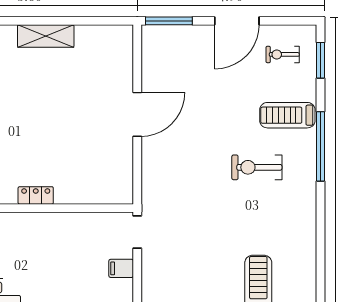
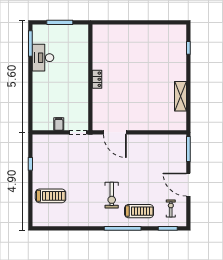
shelving: (46, 36) -> (180, 96), moved
door: (137, 114) -> (115, 132), moved
treadmill: (287, 115) -> (139, 211), turned 90
exercise bike: (257, 167) -> (112, 195), turned 180

